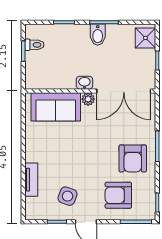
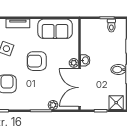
sofa: (56, 107) -> (55, 29), moved, turned -90
plant: (149, 129) -> (53, 105), added
armchair: (133, 158) -> (37, 61), moved

